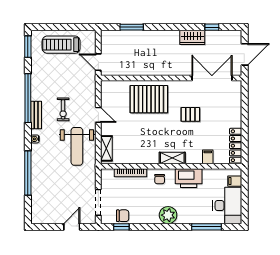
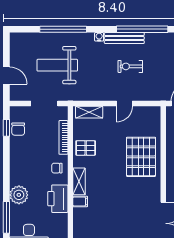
pallet: (190, 114) -> (86, 148), moved, turned 90
bench: (36, 115) -> (124, 38), width x1.36
weight bench: (77, 146) -> (57, 65), moved
filing cabinet: (208, 157) -> (80, 201), moved
doorway: (98, 202) -> (44, 103), moved
plant: (168, 215) -> (19, 195), moved

